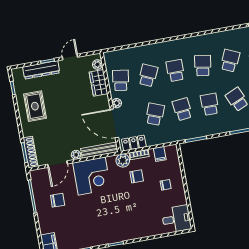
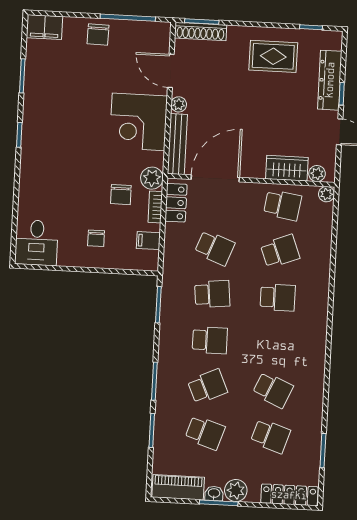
school desk: (203, 66) -> (275, 344), removed
school desk: (148, 75) -> (280, 251), turned -45
plant: (117, 103) -> (326, 194), moved
chair: (58, 200) -> (98, 34), moved

